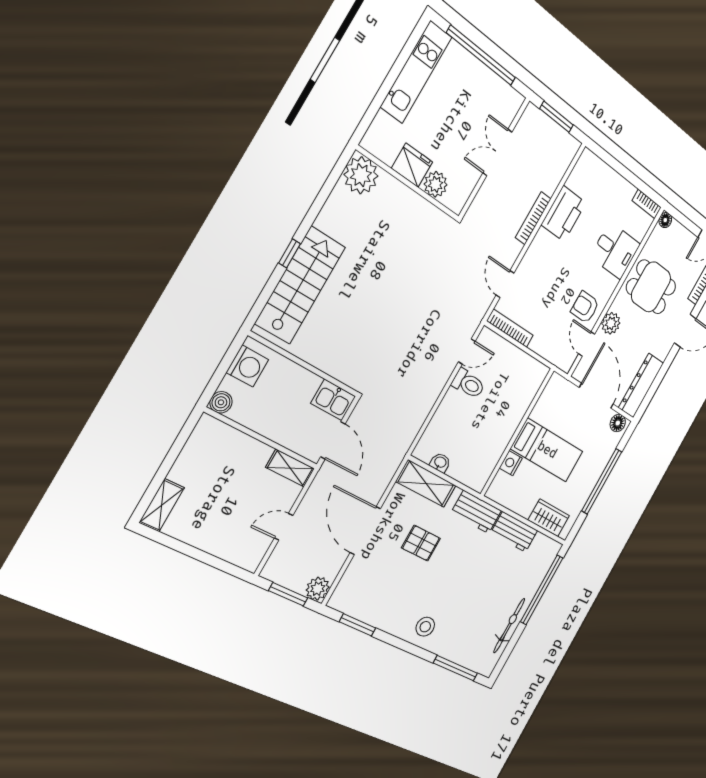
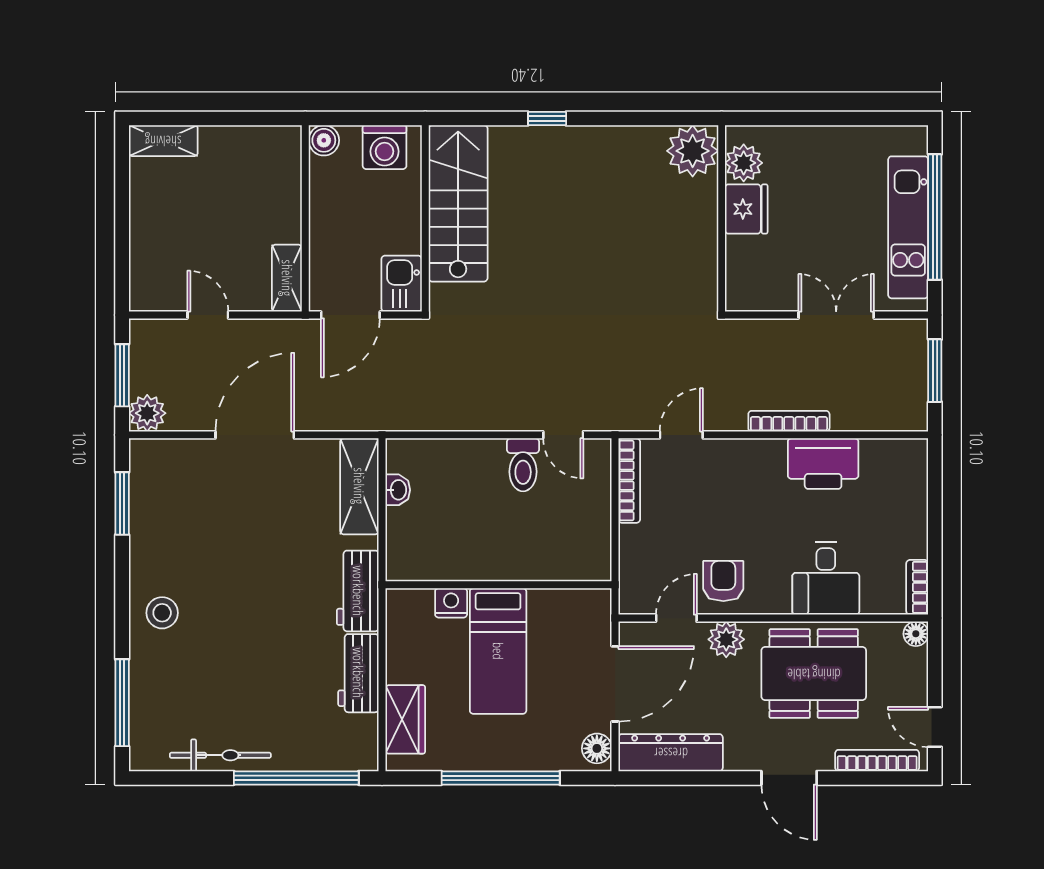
kitchen unit: (416, 72) -> (908, 227), moved, turned 90
plant: (436, 184) -> (744, 163), moved
stairs: (300, 285) -> (458, 203), moved, turned -90
dining table: (651, 287) -> (814, 674), width x1.38
pallet: (421, 543) -> (275, 531), removed

